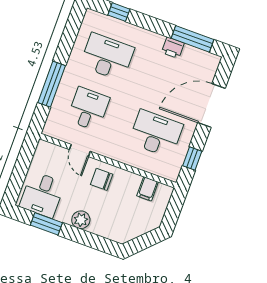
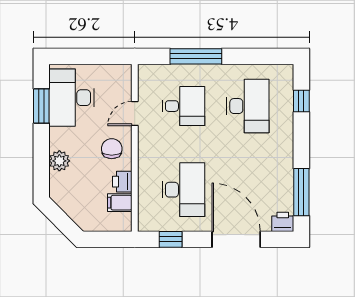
printer: (173, 48) -> (283, 222), moved, turned 90
printer: (131, 181) -> (122, 182), added
desk: (42, 195) -> (71, 98), width x1.37
plant: (81, 220) -> (59, 161), moved

